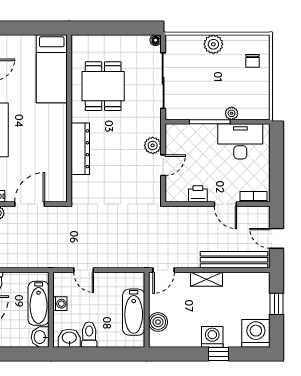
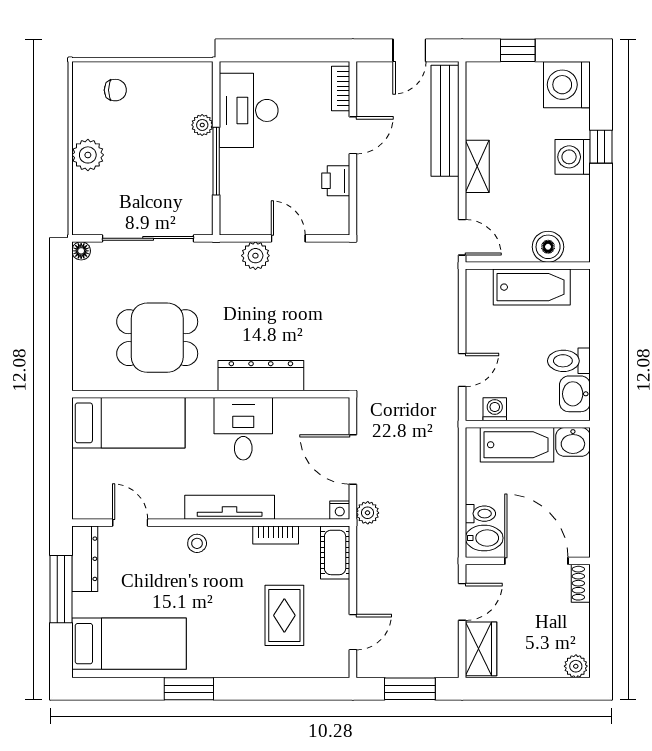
desk: (48, 138) -> (243, 429), added
washing machine: (60, 304) -> (495, 409), moved

